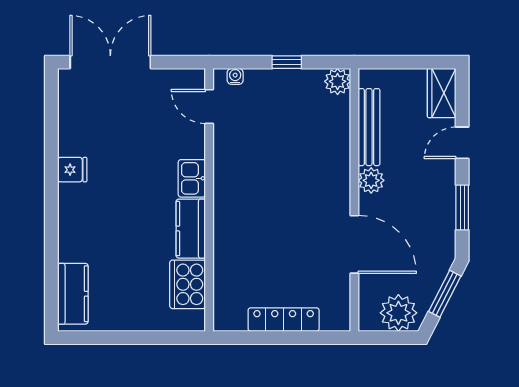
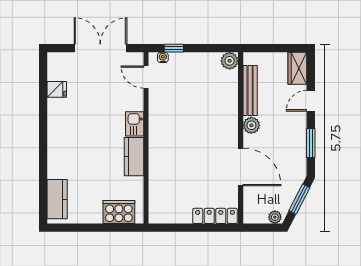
double door: (110, 62) -> (100, 48), moved
window: (287, 62) -> (174, 48), moved
fridge: (72, 170) -> (57, 89), moved
cooker: (188, 284) -> (119, 212), moved, turned 90
plant: (398, 313) -> (275, 217), width x0.53, depth x0.53
locker: (284, 320) -> (215, 216), moved

